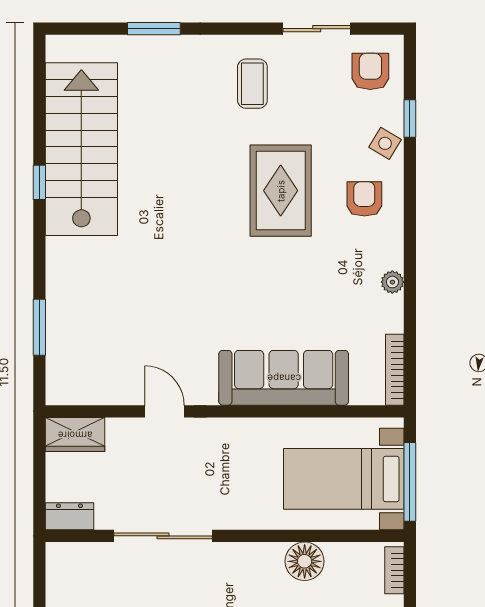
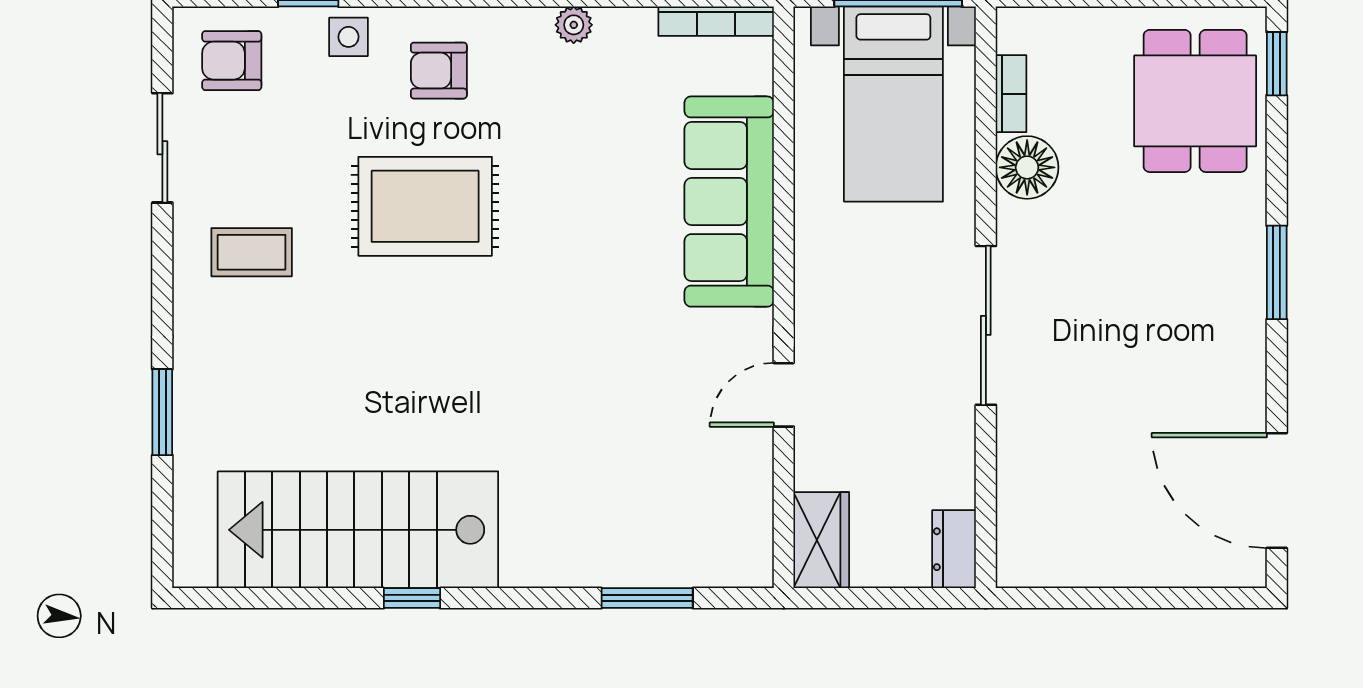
side table: (385, 143) -> (348, 37), turned -31
sliding door: (163, 536) -> (986, 325), moved
bookcase: (394, 570) -> (1011, 94), moved, turned -90

